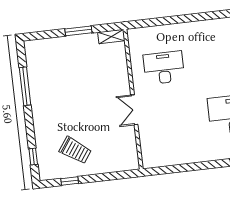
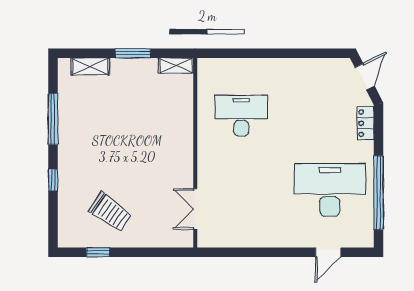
shelving: (48, 44) -> (90, 66), added
double door: (134, 110) -> (195, 209), moved
window: (33, 157) -> (53, 180), moved

